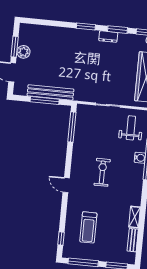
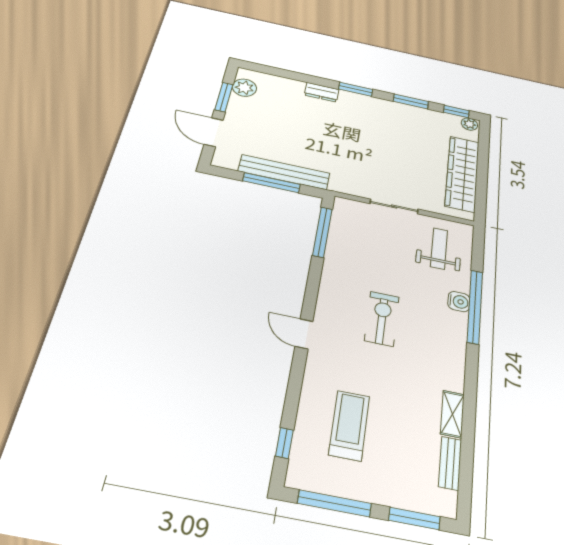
dresser: (108, 37) -> (322, 92), moved
plant: (23, 52) -> (244, 88), moved
treadmill: (88, 227) -> (349, 425), turned 180

